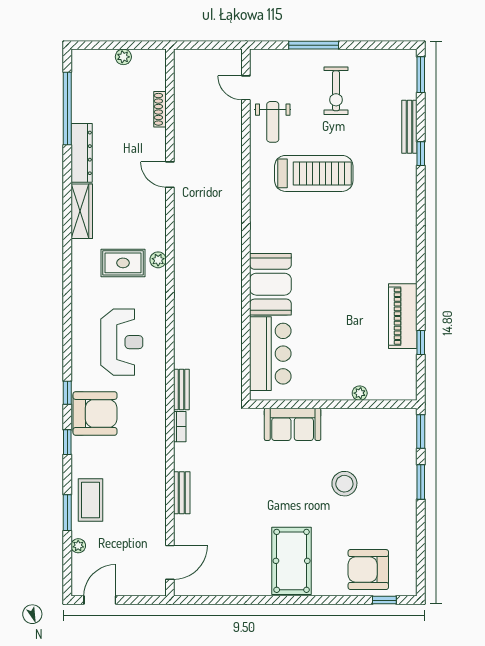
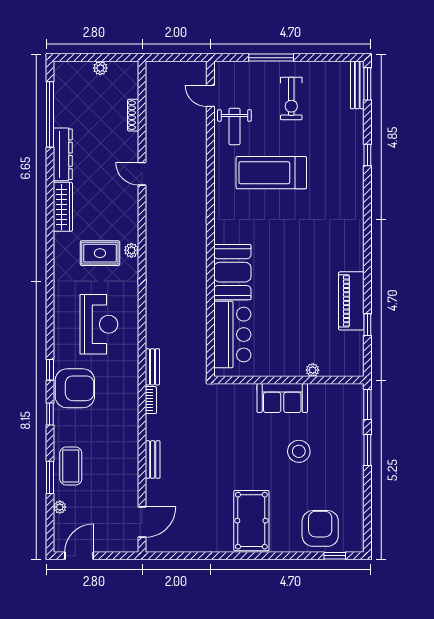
bench: (409, 127) -> (357, 85), moved
treadmill: (314, 173) -> (271, 173), turned 180
sofa: (293, 424) -> (282, 398), moved
armchair: (368, 570) -> (320, 528), turned 90

